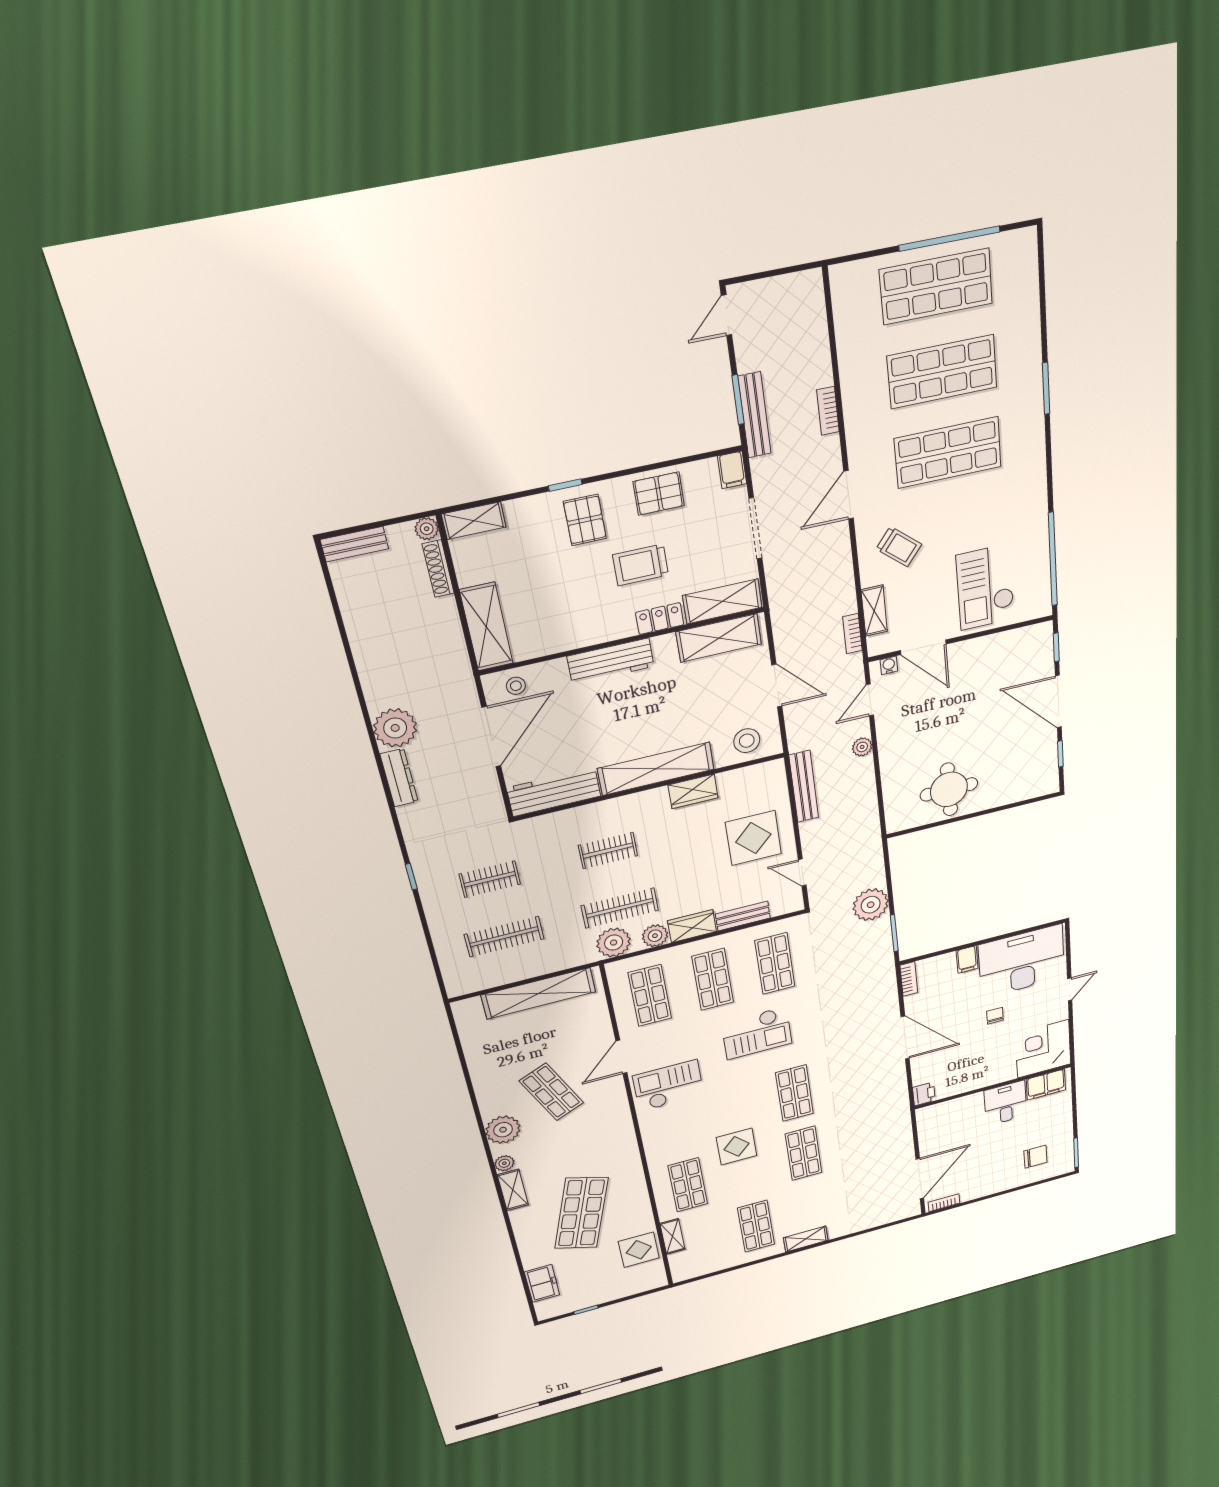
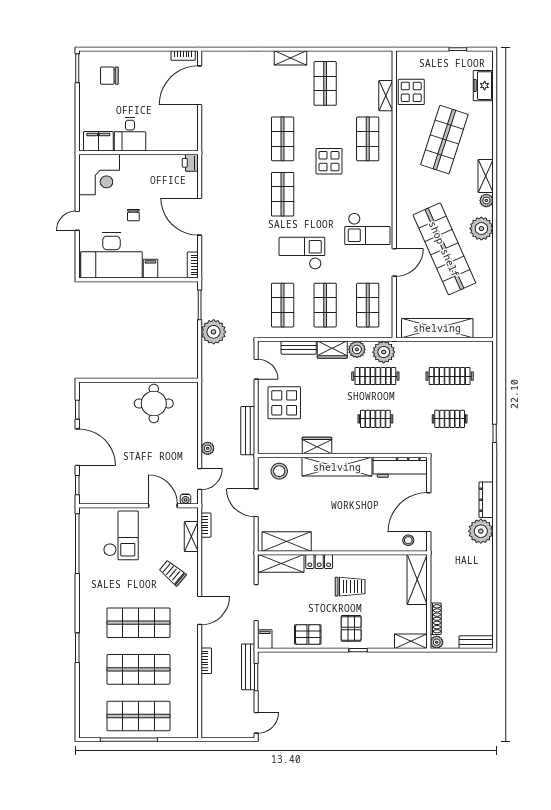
trolley: (641, 565) -> (350, 587), moved
workbench: (611, 661) -> (352, 542), removed
shop shelf: (551, 1092) -> (444, 249), width x2.00, depth x1.36

